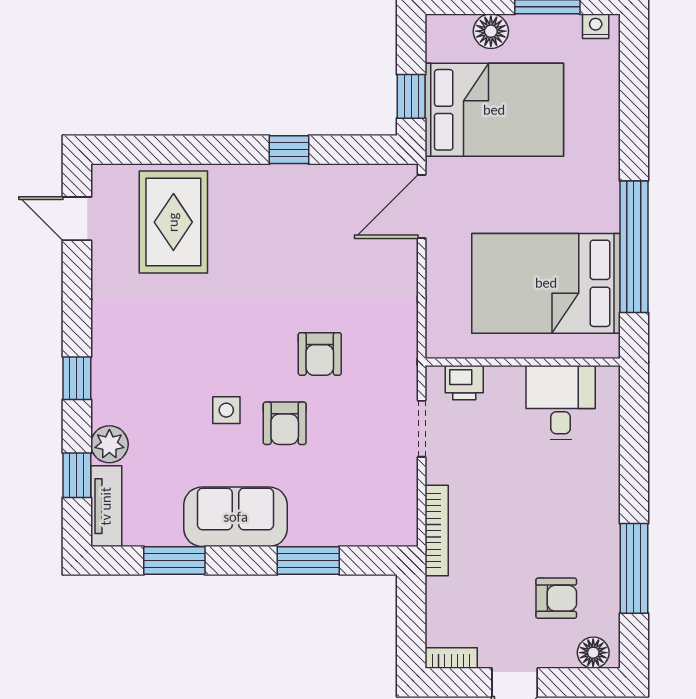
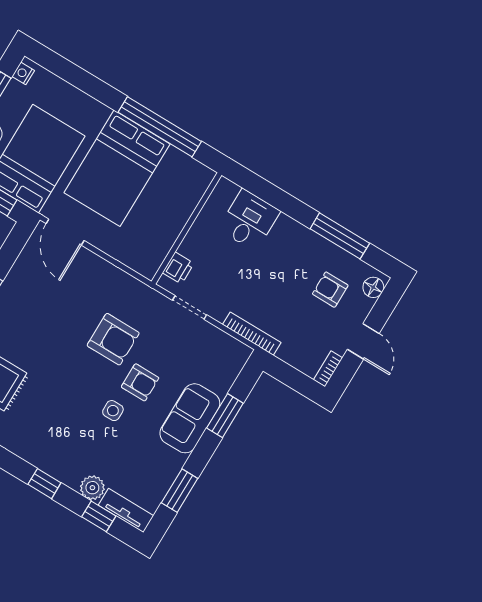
bed: (546, 283) -> (117, 168), moved
armchair: (320, 354) -> (113, 339), width x1.38, depth x1.38
desk: (561, 403) -> (249, 220), moved, turned 90
sofa: (236, 517) -> (190, 418), moved
armchair: (556, 598) -> (330, 290), turned -90

